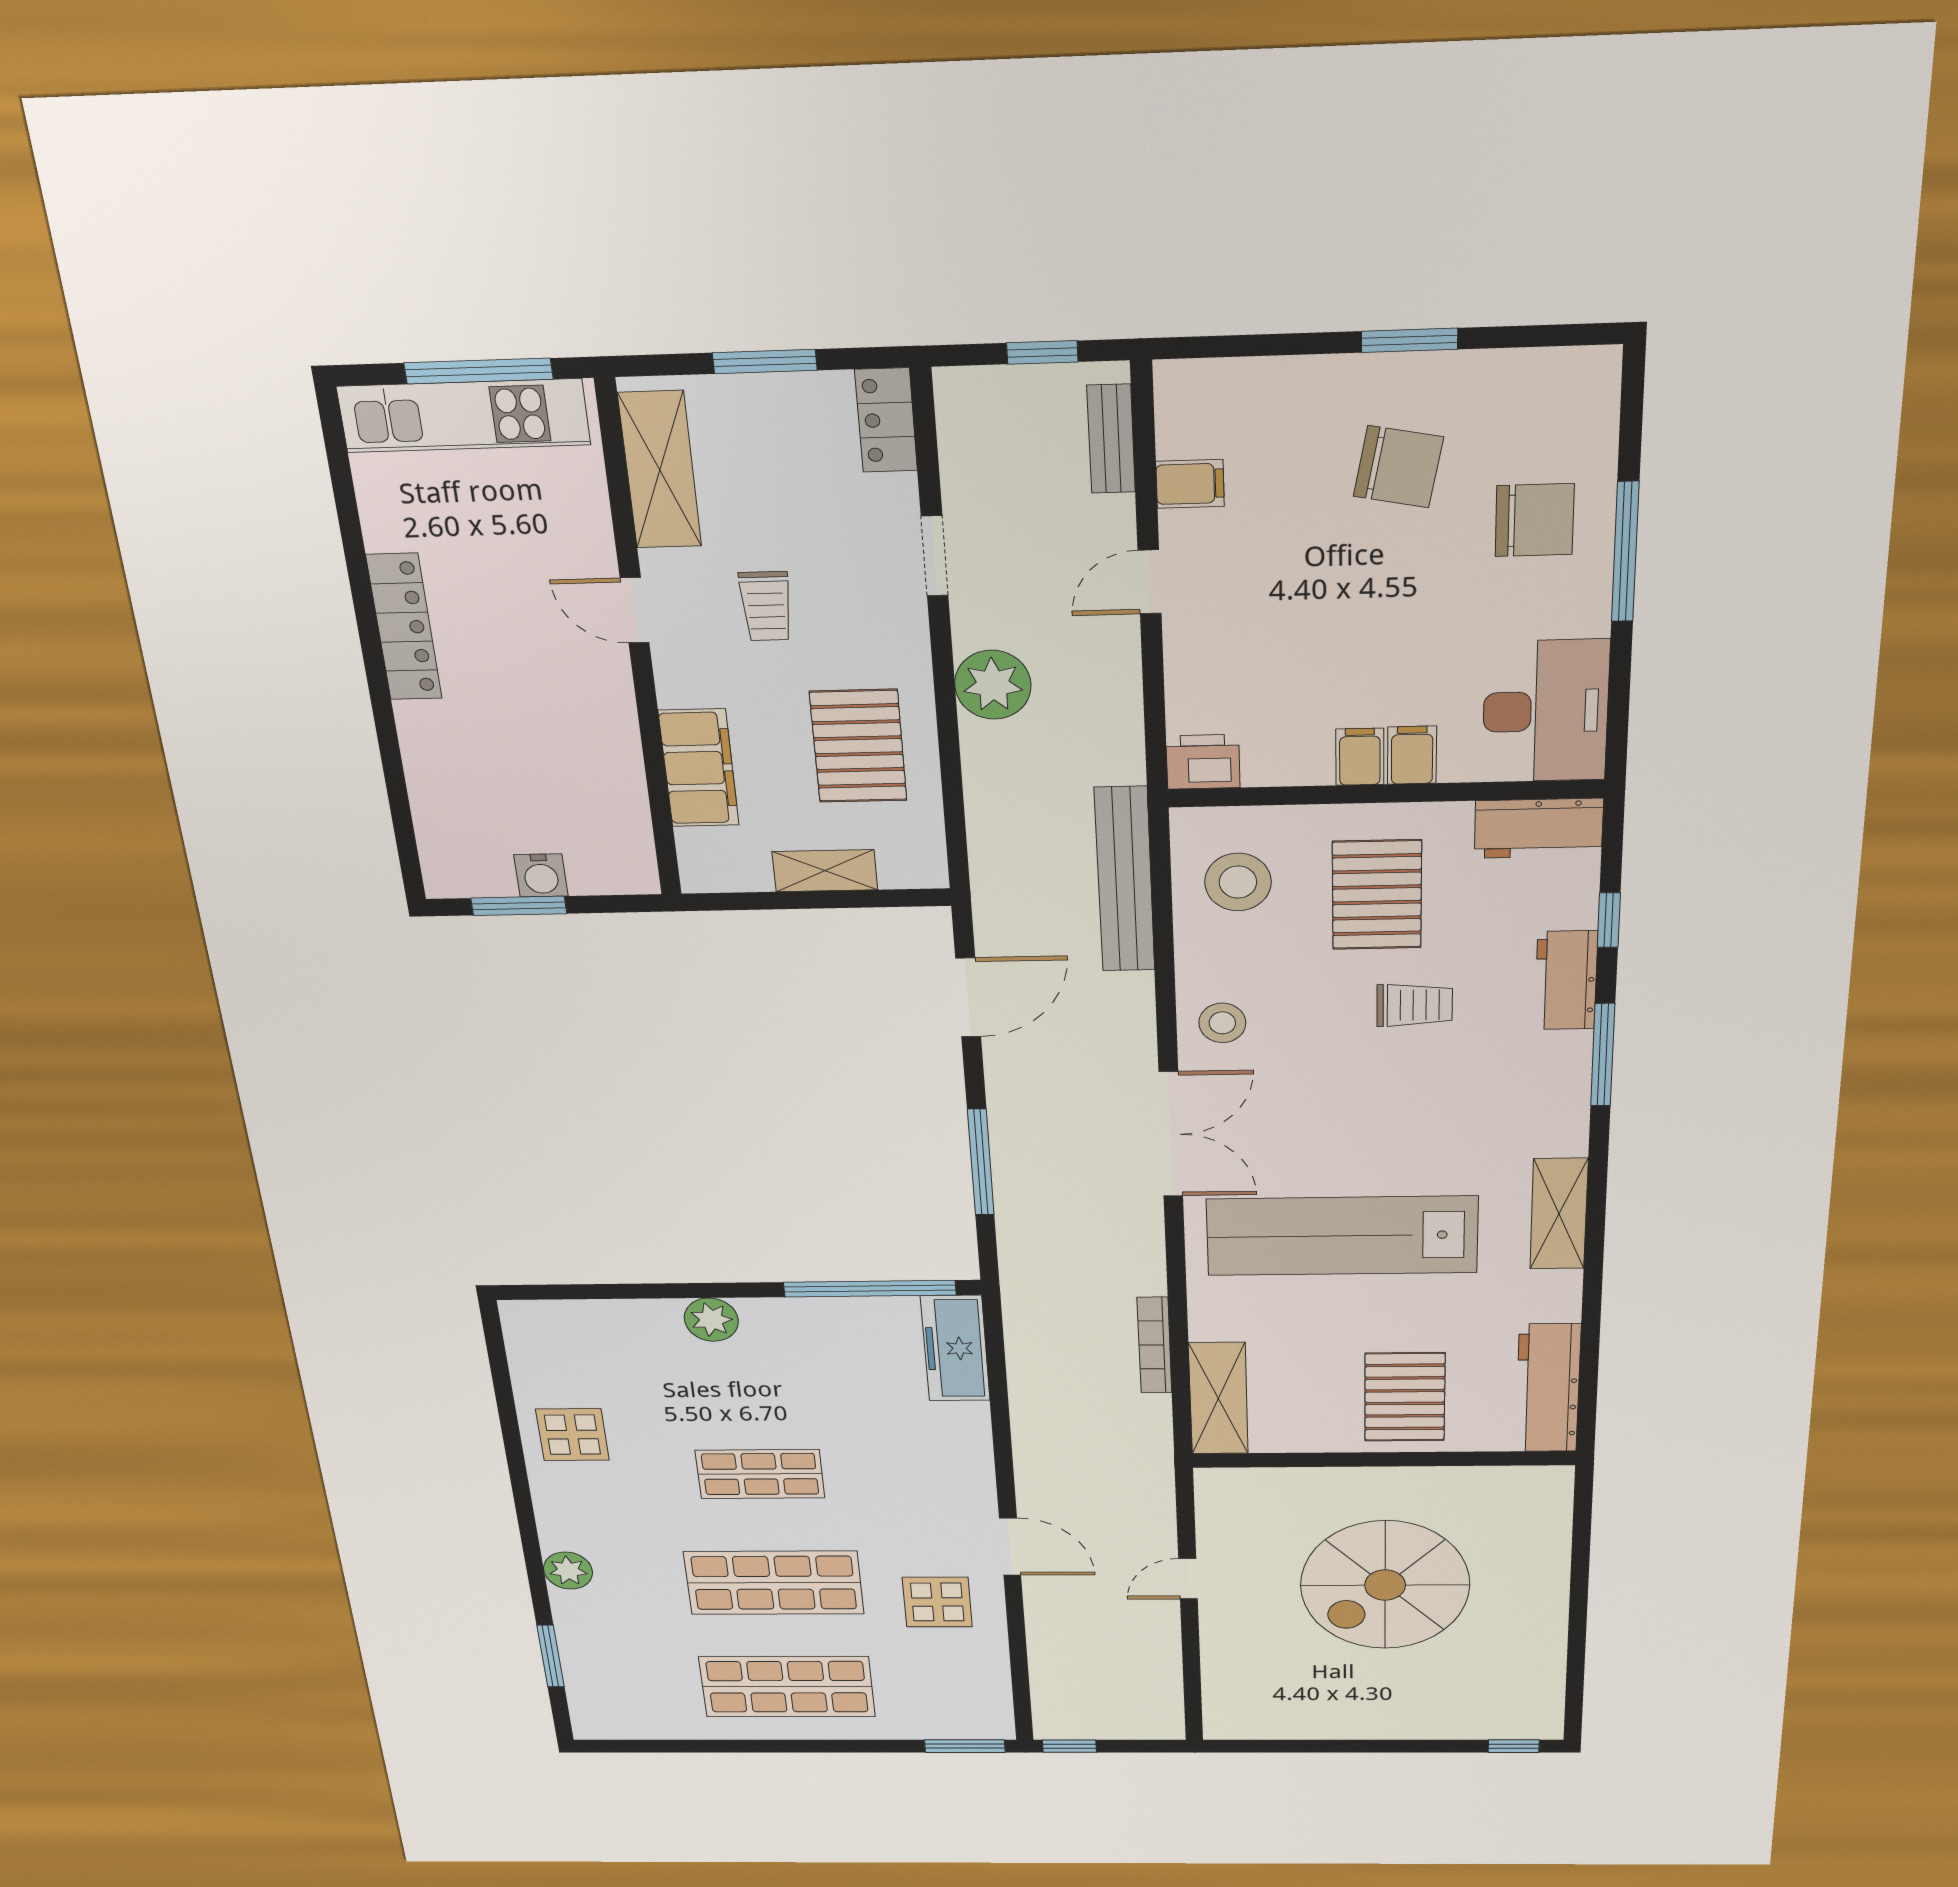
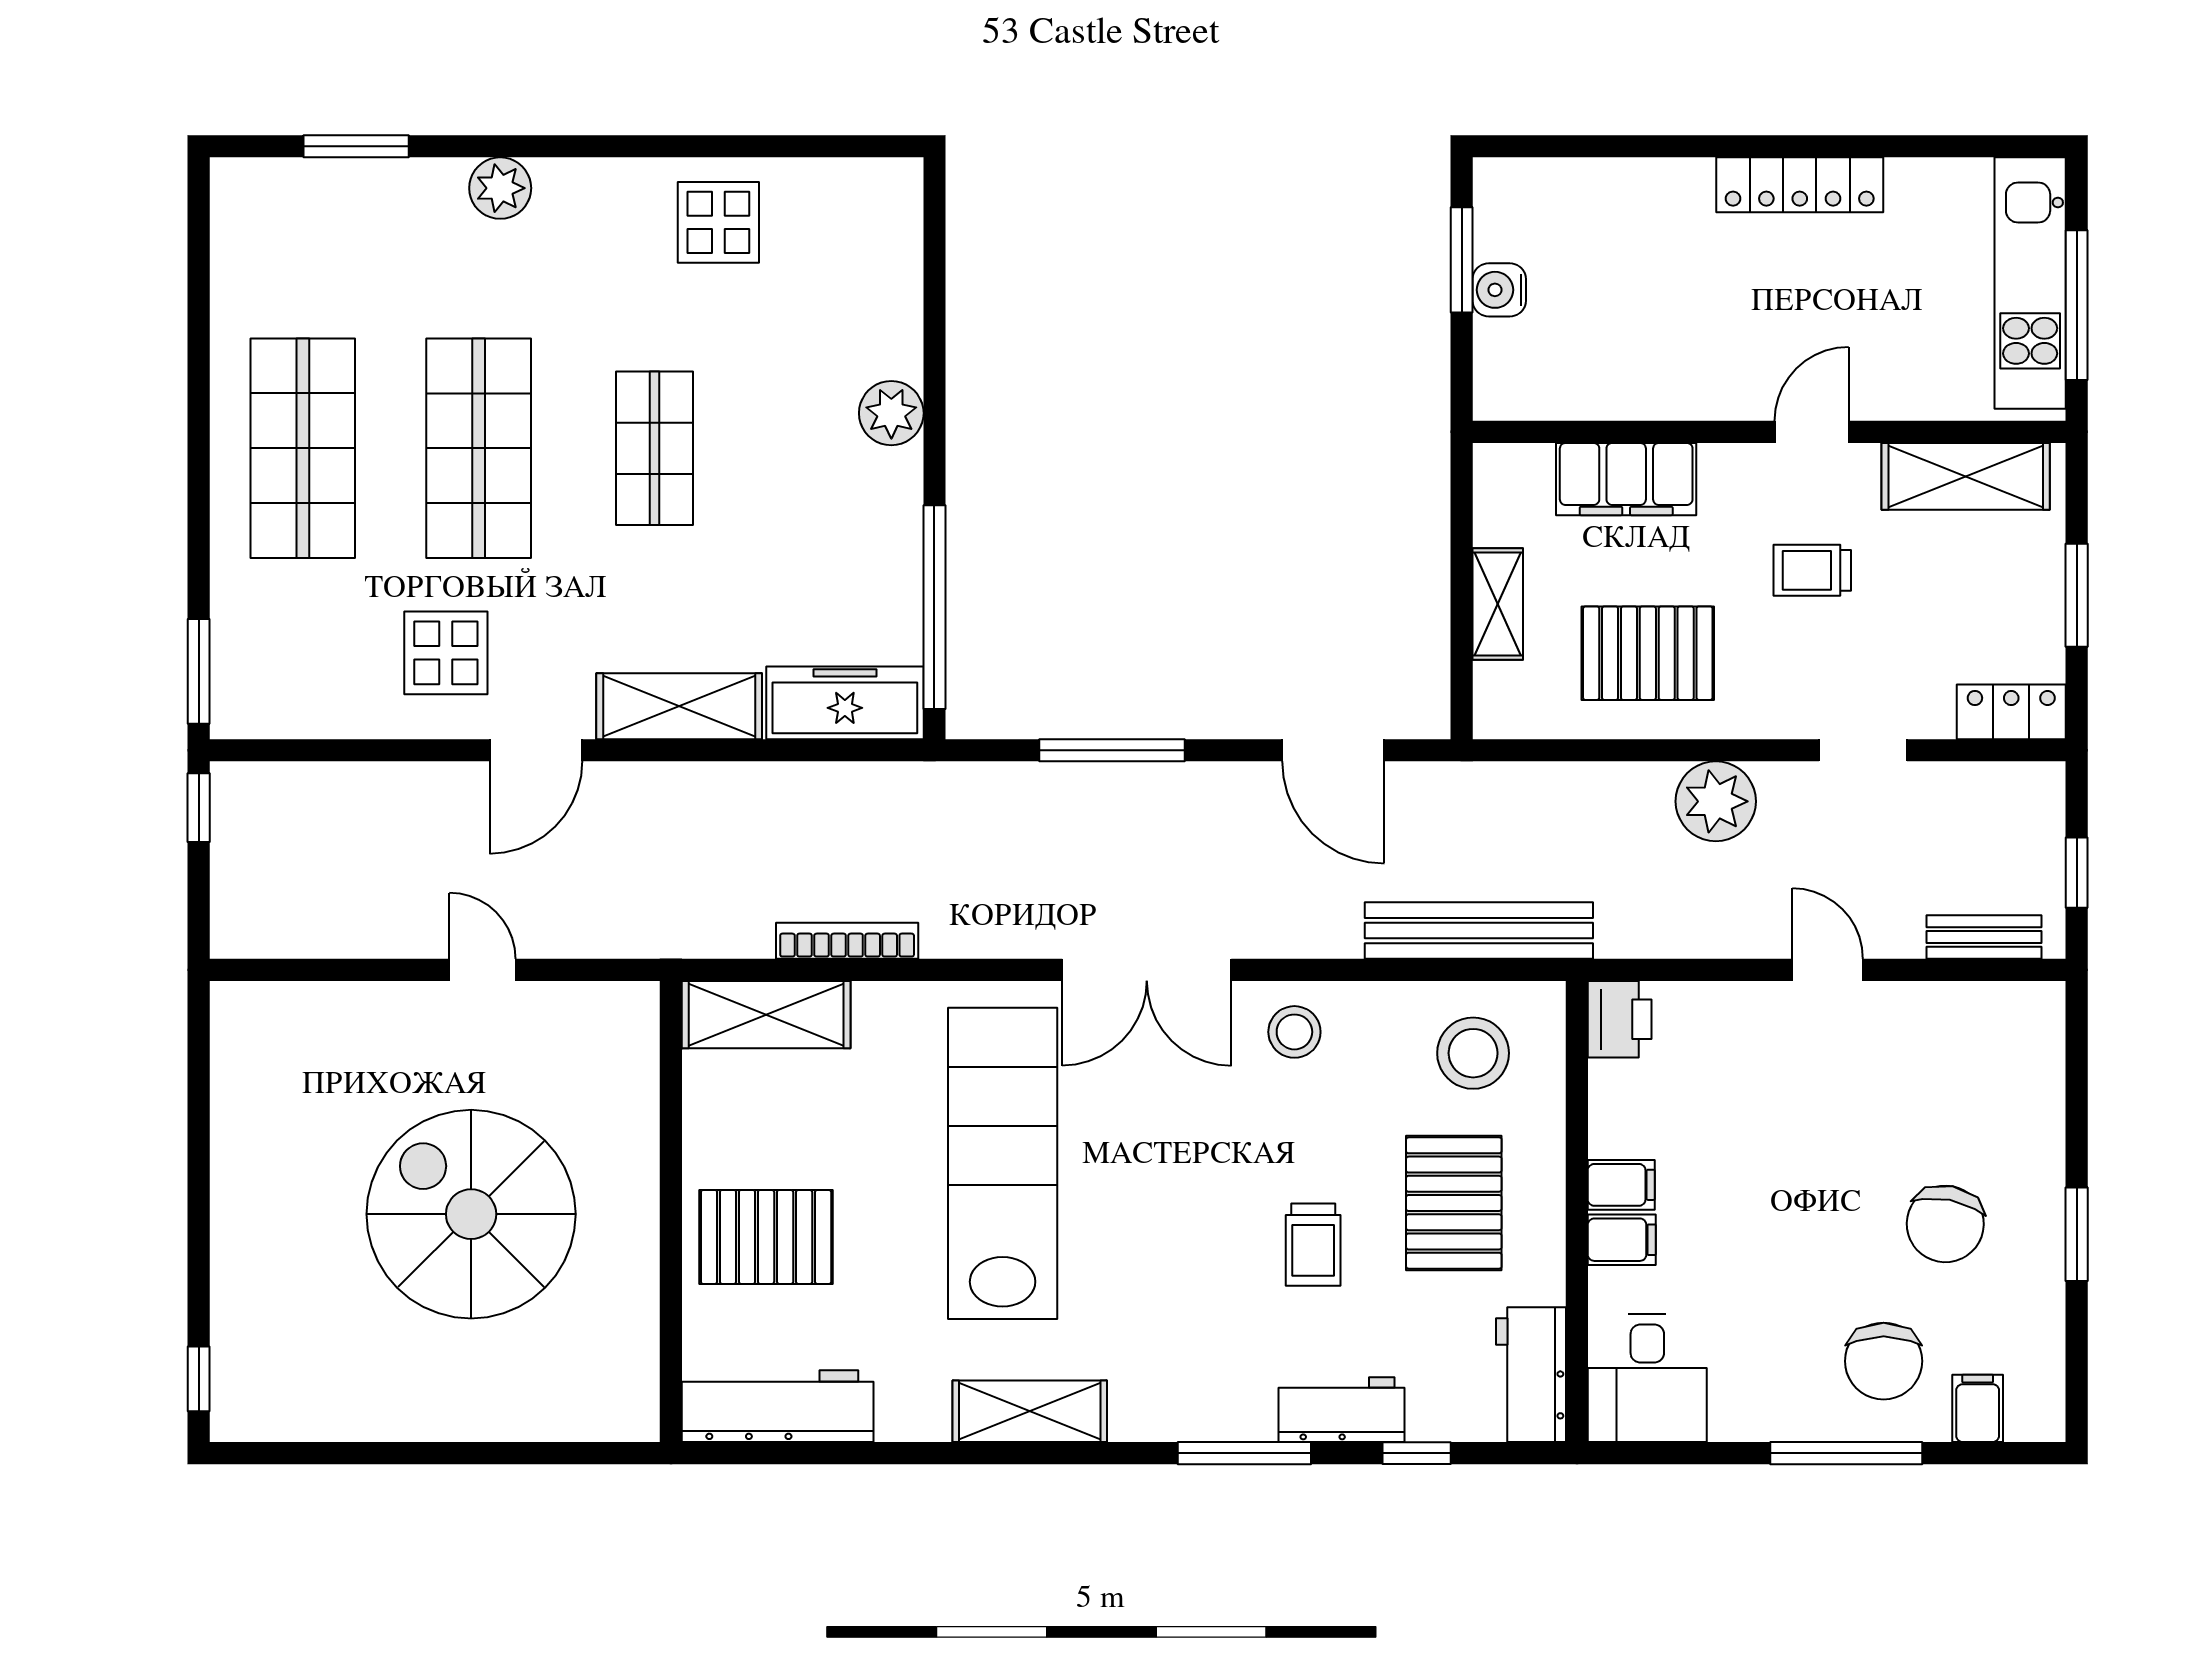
filing cabinet: (1190, 484) -> (1978, 1408), moved, turned 180
desk: (1546, 711) -> (1647, 1378), width x0.73
pallet: (1377, 895) -> (1454, 1203), turned 90
shelving: (967, 1457) -> (679, 706), added

